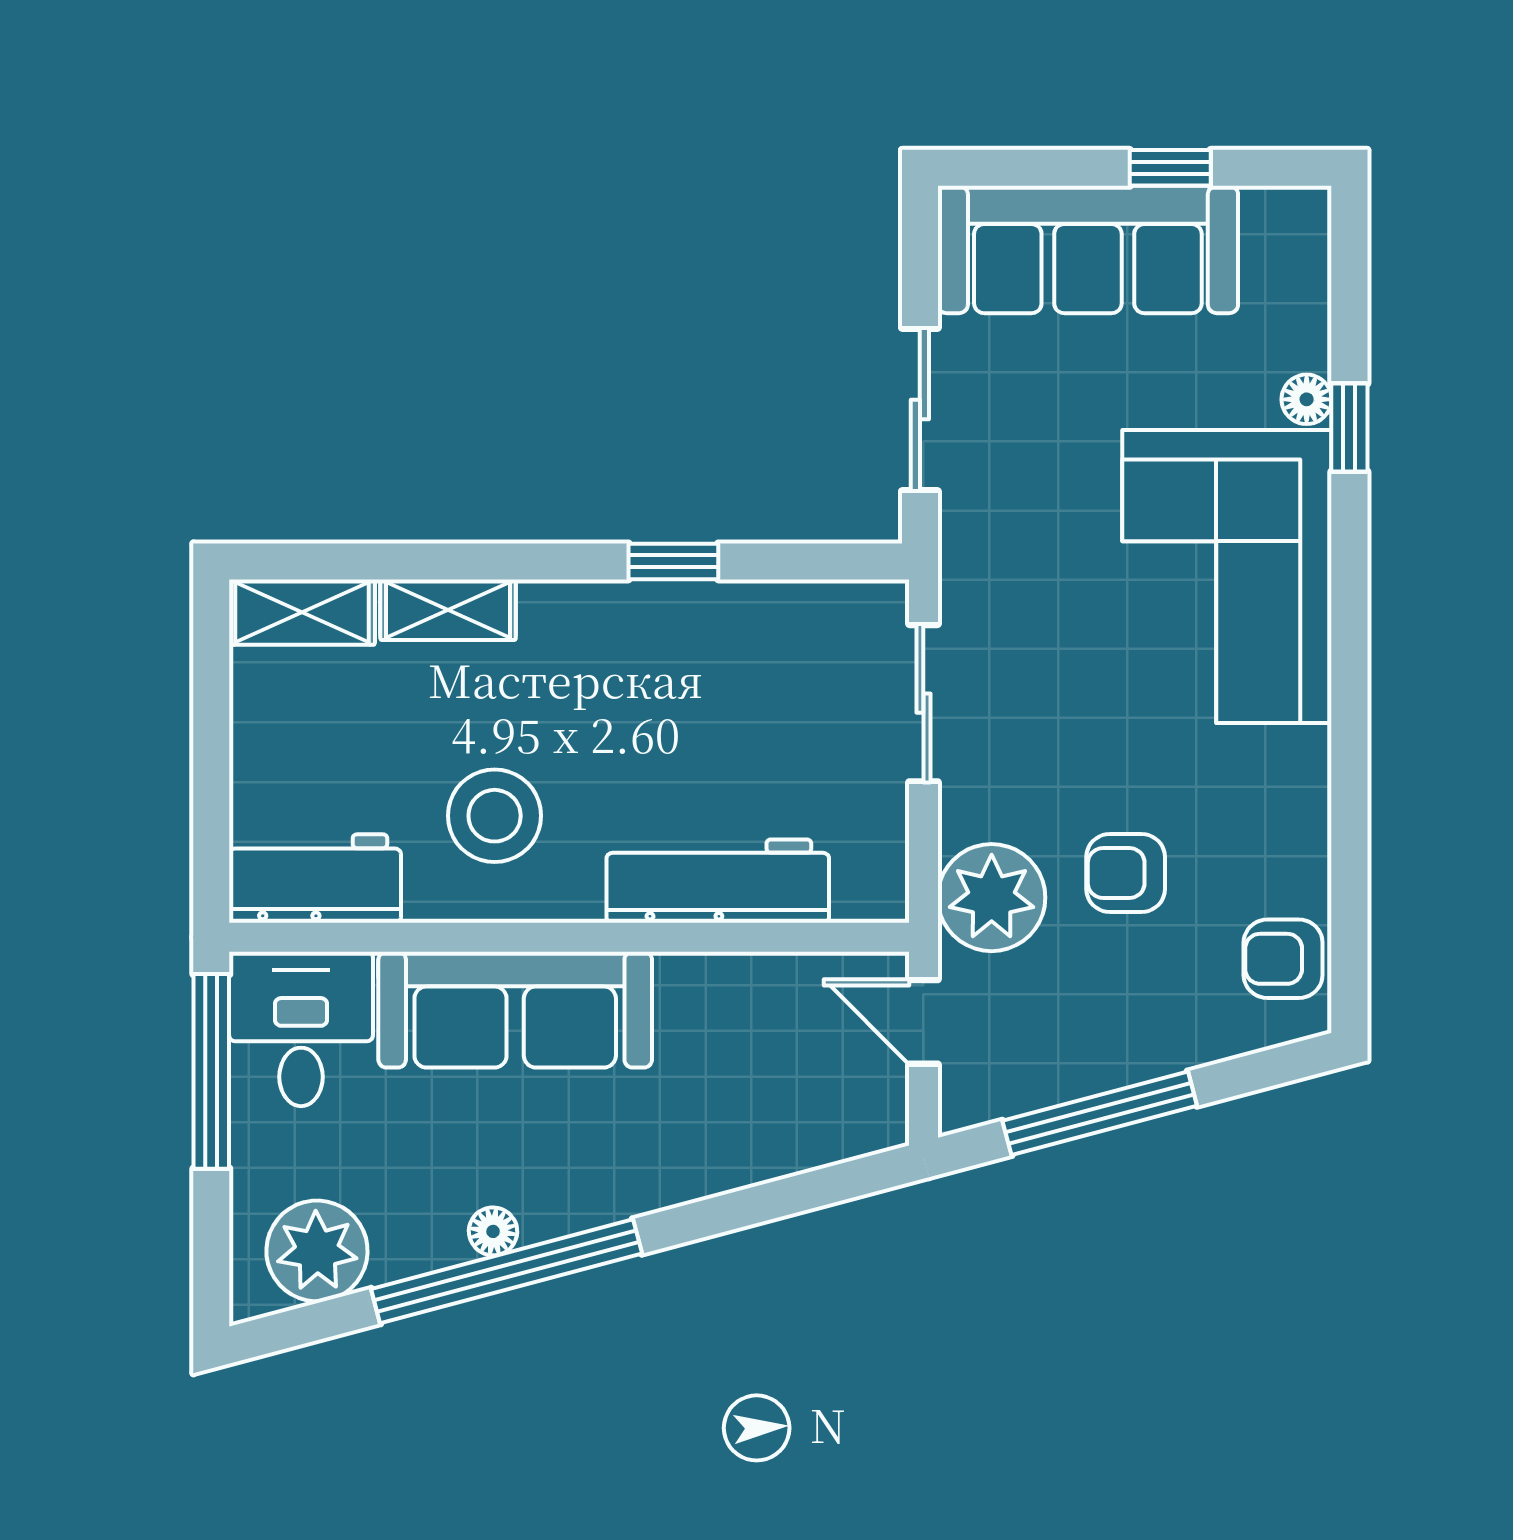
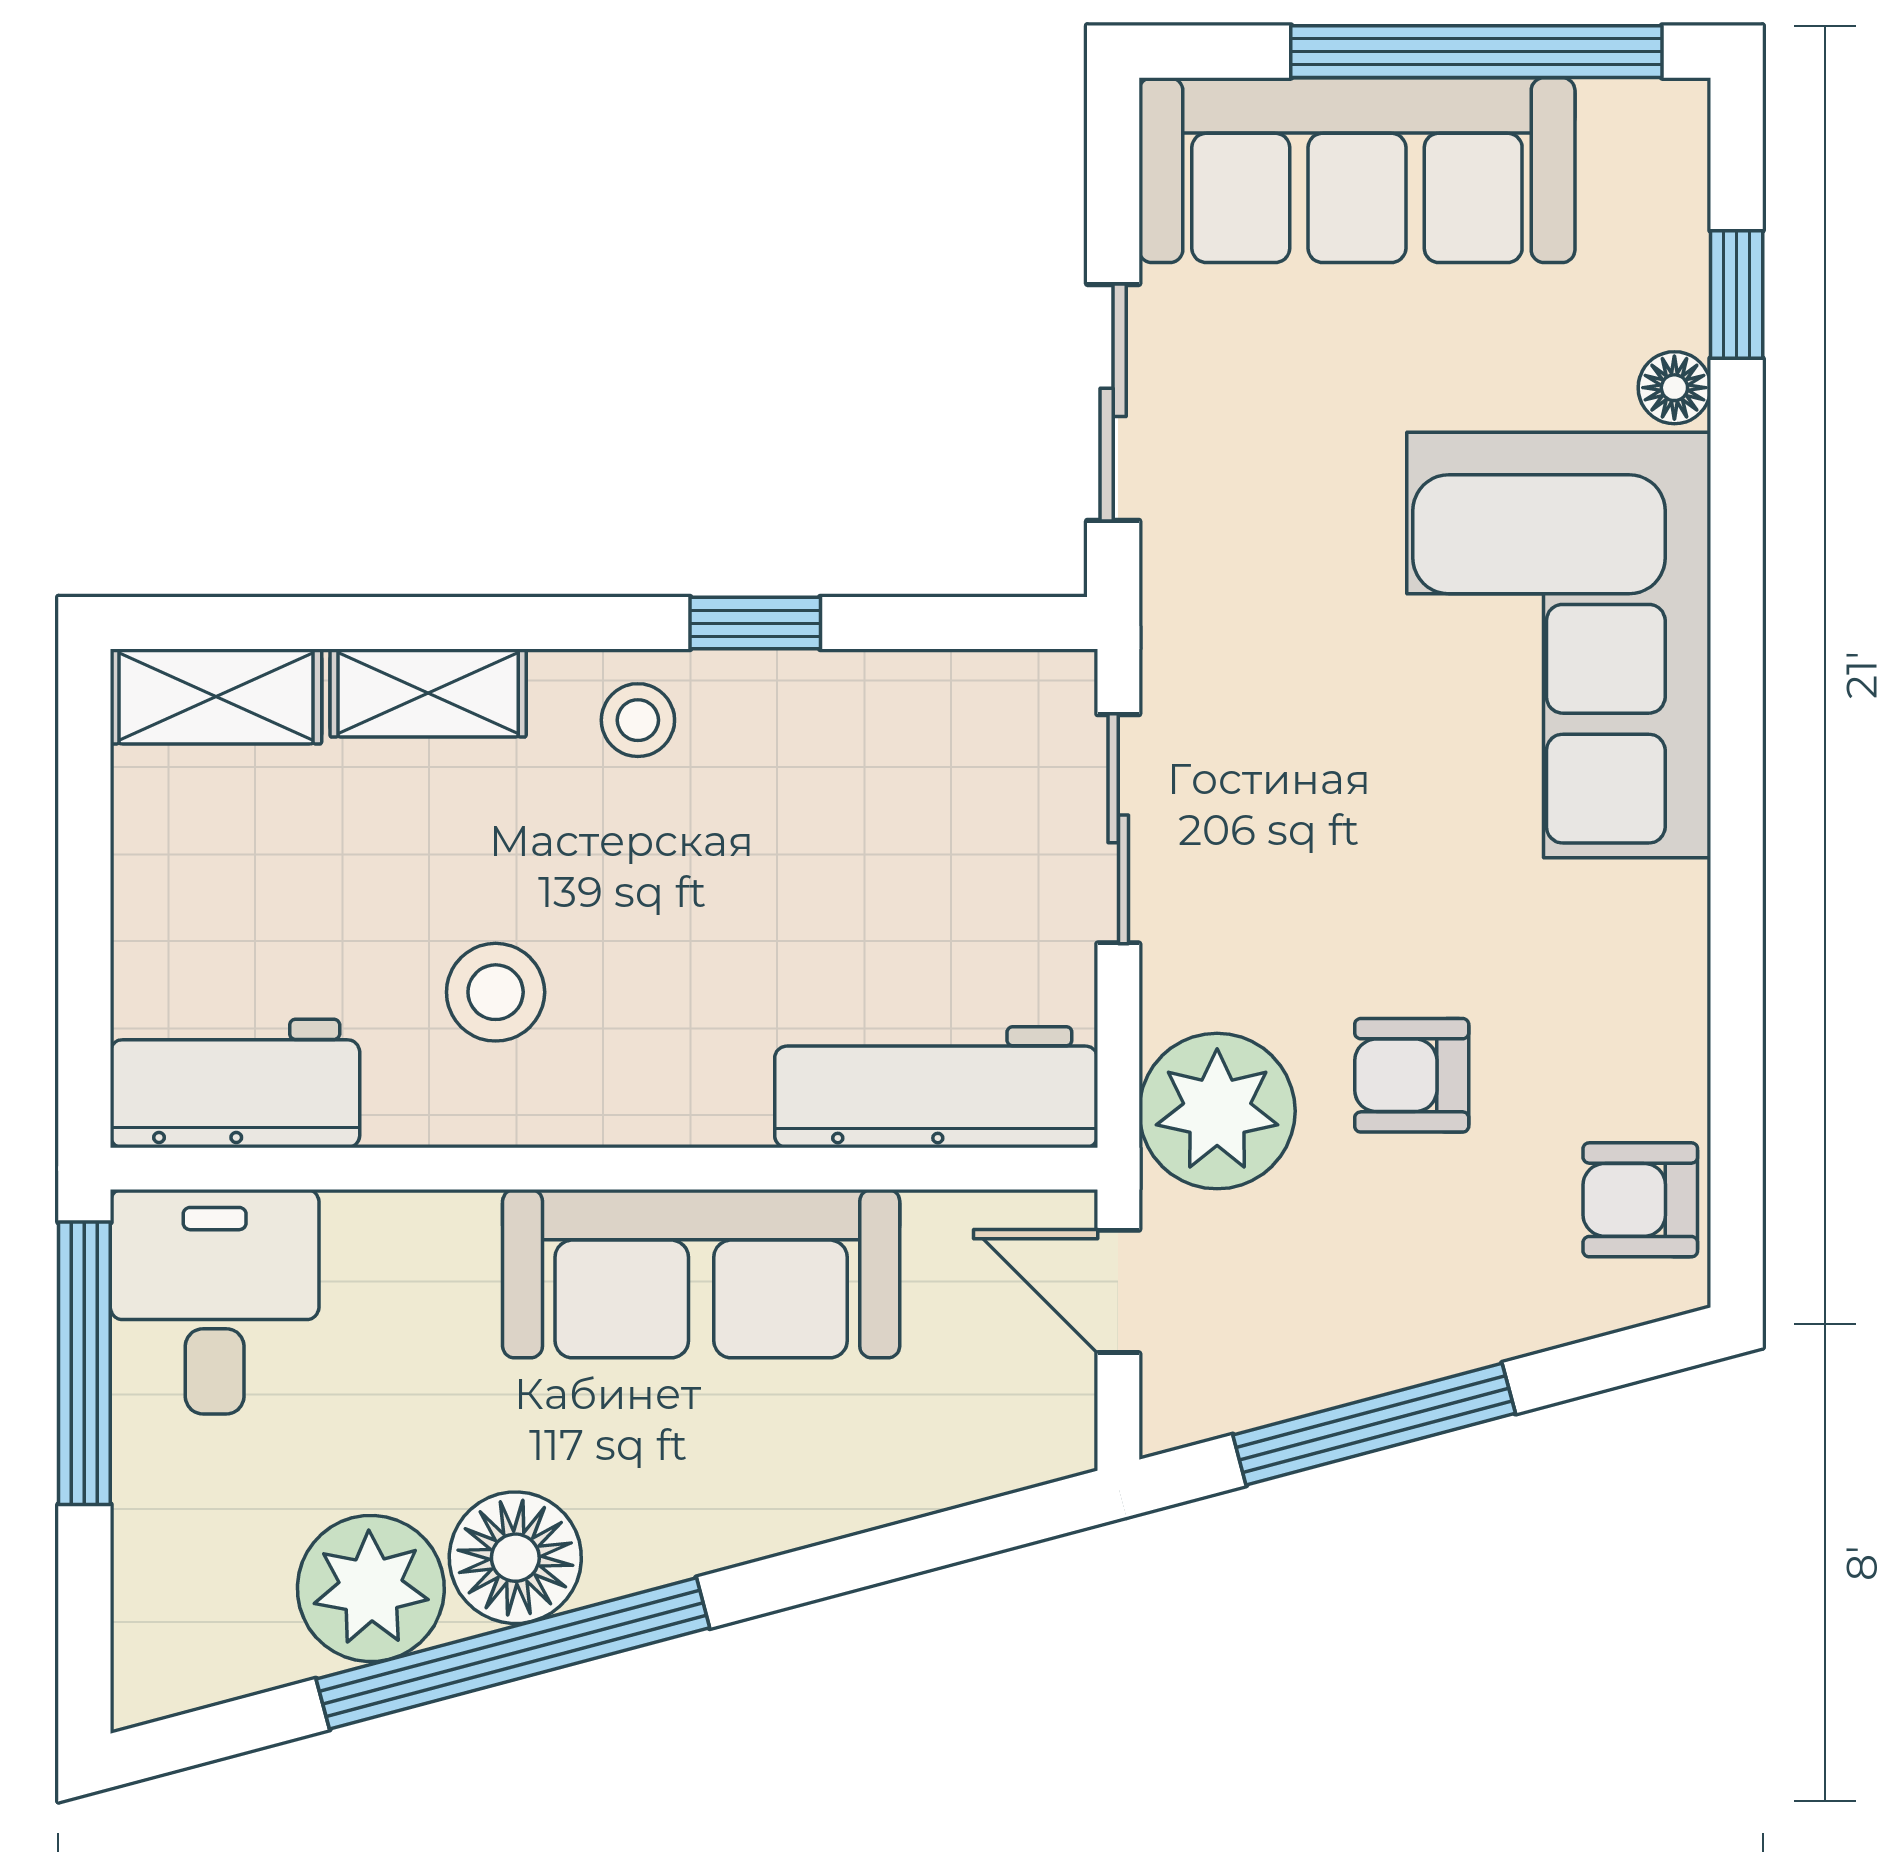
window: (1170, 168) -> (1476, 52), width x3.17
window: (1349, 427) -> (1737, 294), moved
stool: (593, 628) -> (638, 720), added
stool: (495, 816) -> (496, 992), width x0.73, depth x0.73
workbench: (718, 881) -> (936, 1087), moved
sofa: (515, 1010) -> (701, 1274), moved
floor lamp: (493, 1231) -> (515, 1558), width x1.89, depth x1.89
plant: (317, 1251) -> (371, 1589), moved

